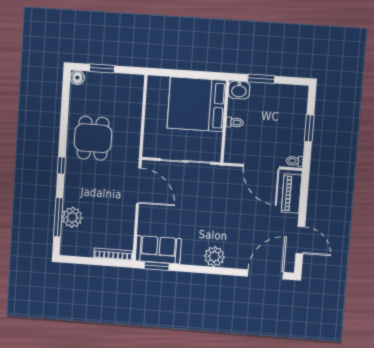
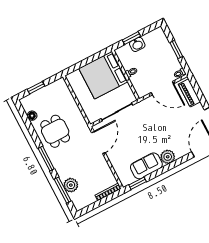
floor lamp: (77, 78) -> (32, 116), moved
washbasin: (239, 90) -> (137, 44), moved
window: (61, 166) -> (46, 159), width x2.17
door: (139, 186) -> (98, 143), hinge flipped
sofa: (158, 250) -> (146, 166), moved

